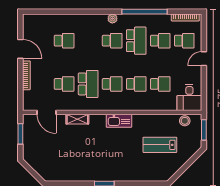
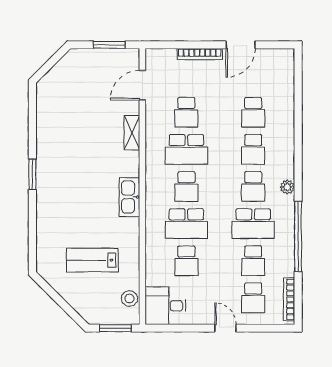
school desk: (88, 41) -> (253, 149), added
school desk: (136, 84) -> (186, 224), width x1.85
lab bench: (160, 145) -> (92, 260), turned -90

